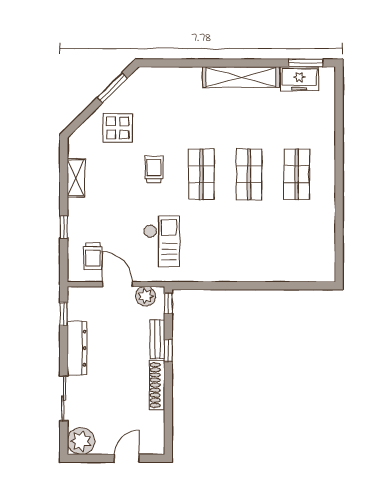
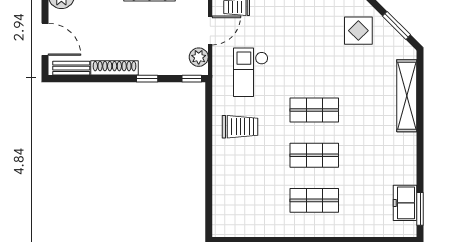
shelving: (241, 77) -> (407, 96), moved
trolley: (154, 169) -> (240, 127), moved, width x1.36, depth x1.39
checkout: (162, 241) -> (251, 72), turned 90
bench: (157, 339) -> (71, 68), moved
door: (127, 458) -> (45, 39), width x1.38

